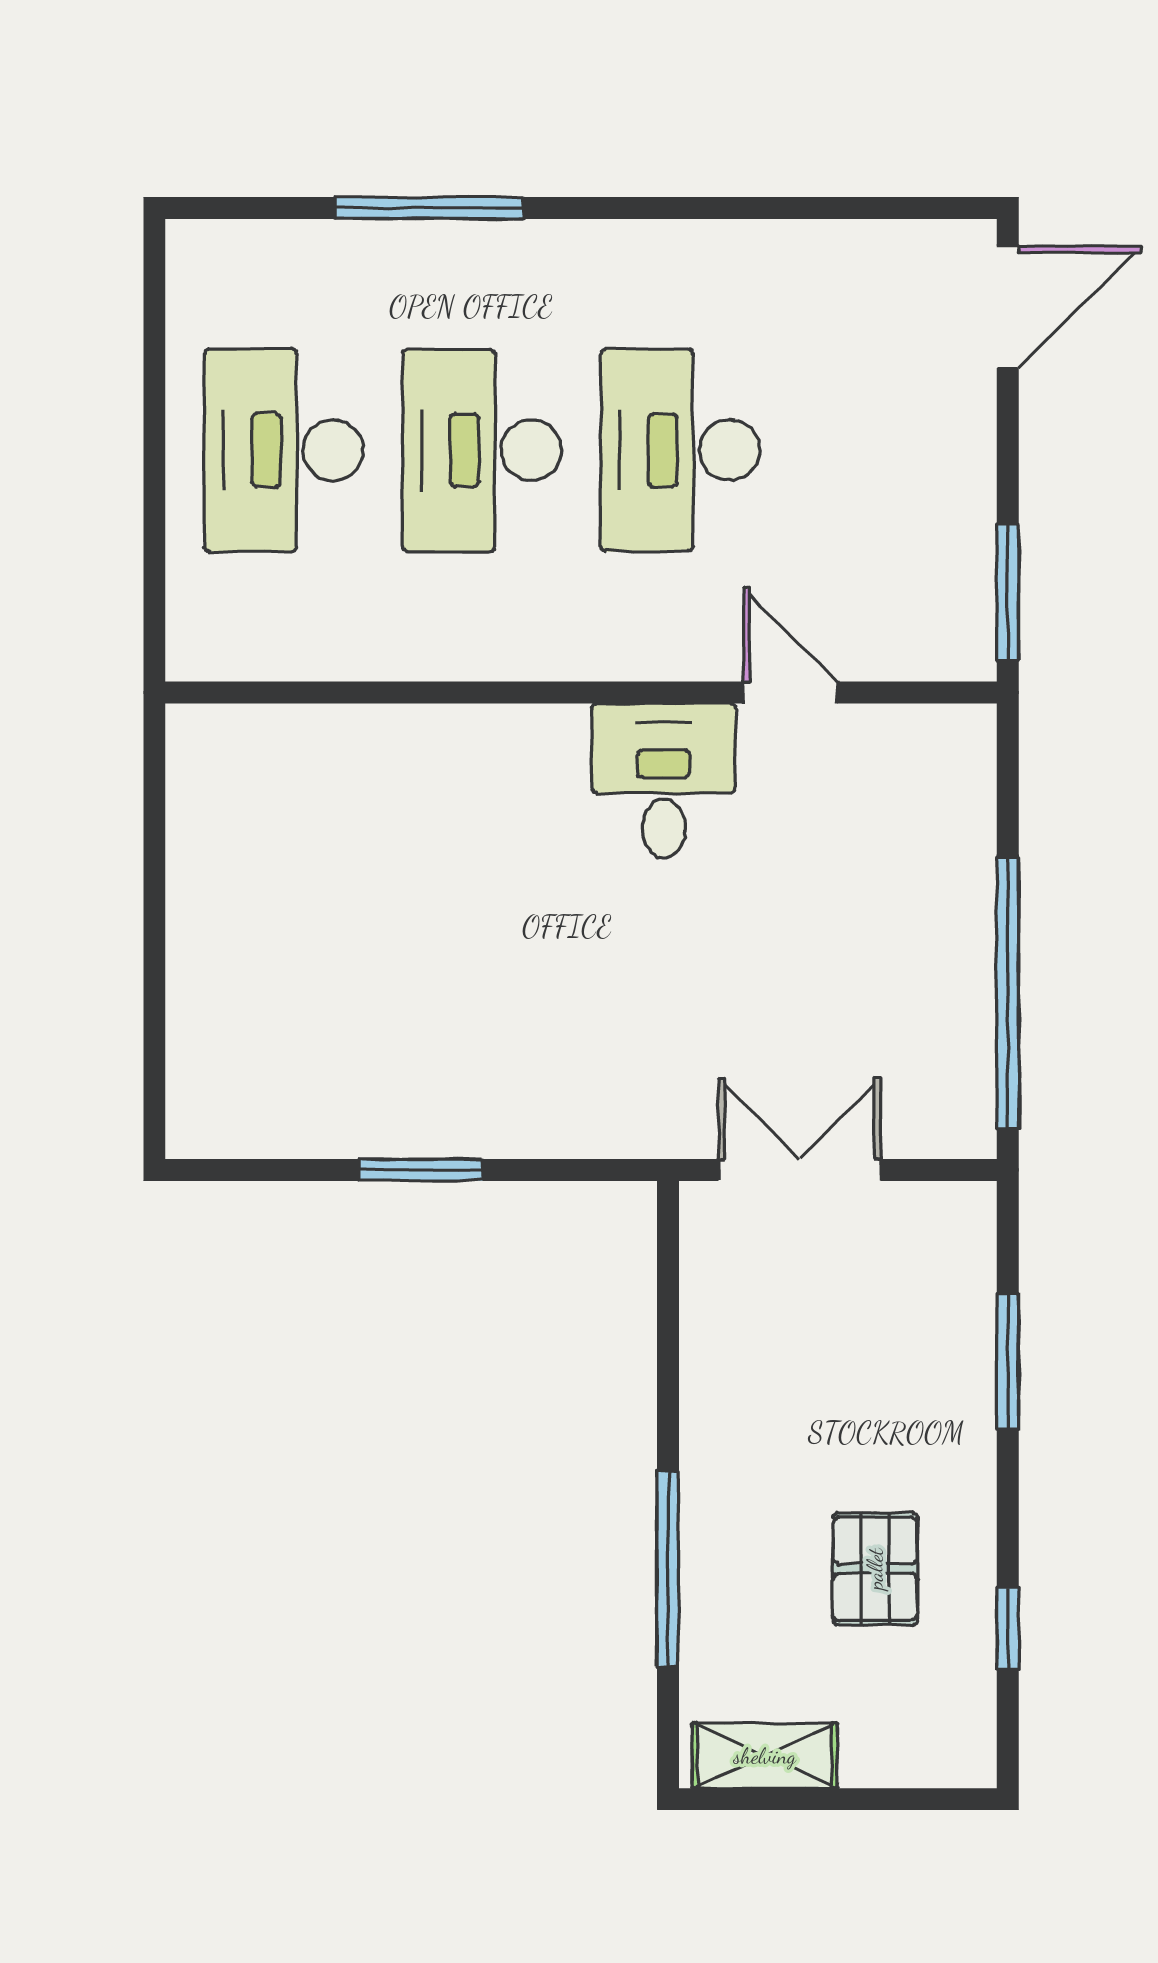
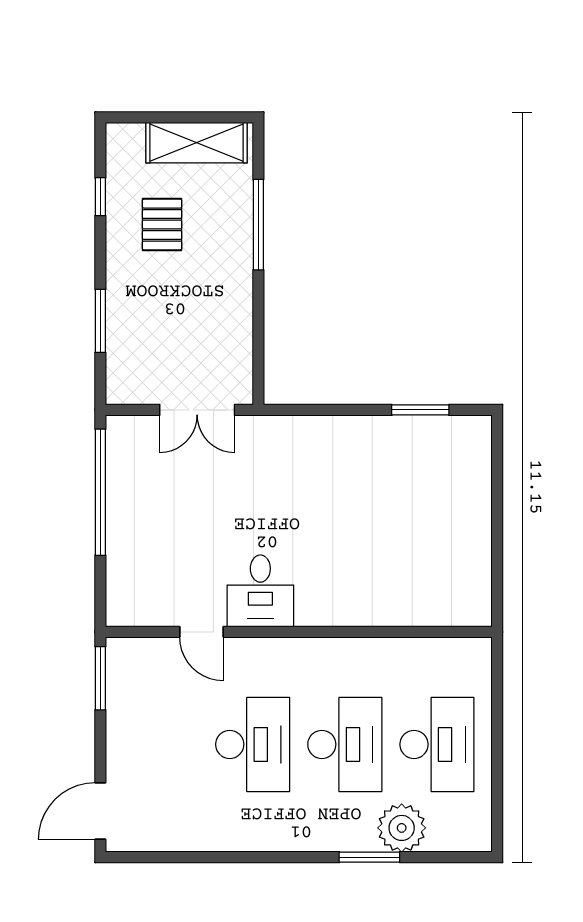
window: (429, 208) -> (369, 857), width x0.69
plant: (360, 271) -> (402, 828), added
window: (421, 1170) -> (420, 410), moved
shelving: (765, 1756) -> (197, 143), width x1.50, depth x1.33

